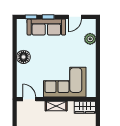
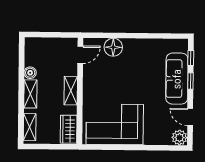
plant: (90, 39) -> (179, 138), moved
floor lamp: (23, 57) -> (113, 47), moved
corner sofa: (65, 82) -> (115, 124), moved, turned -90

